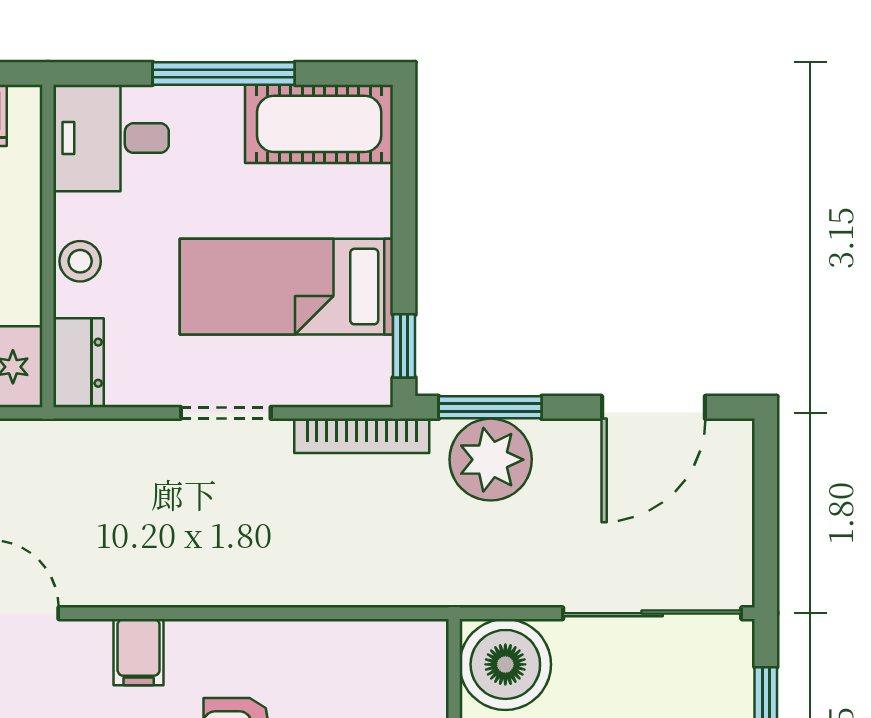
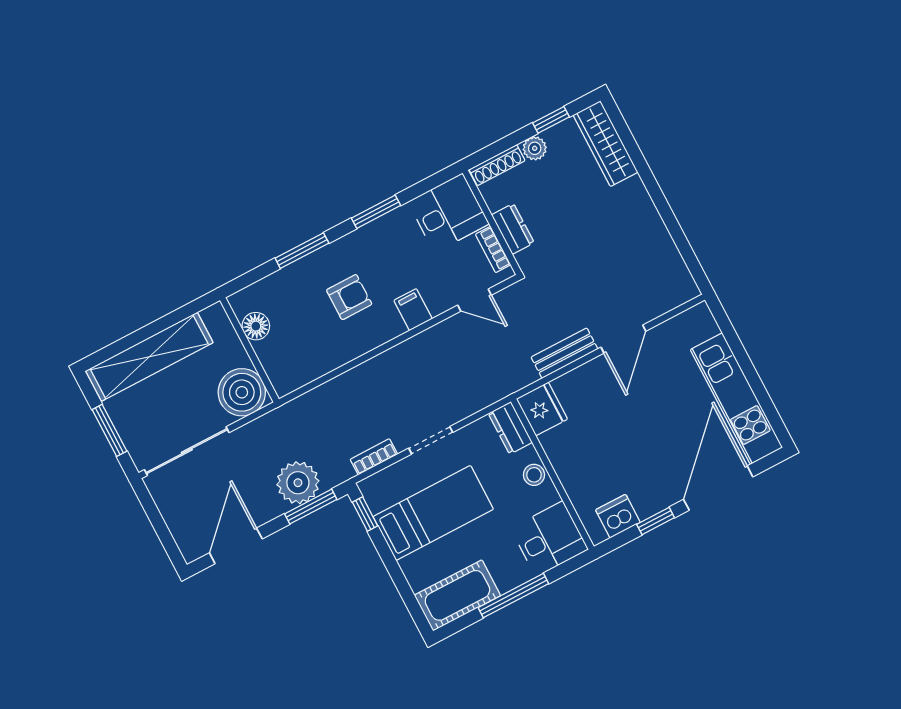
bookcase: (362, 436) -> (374, 457), width x0.64

